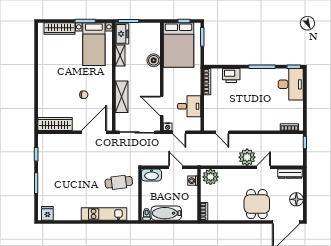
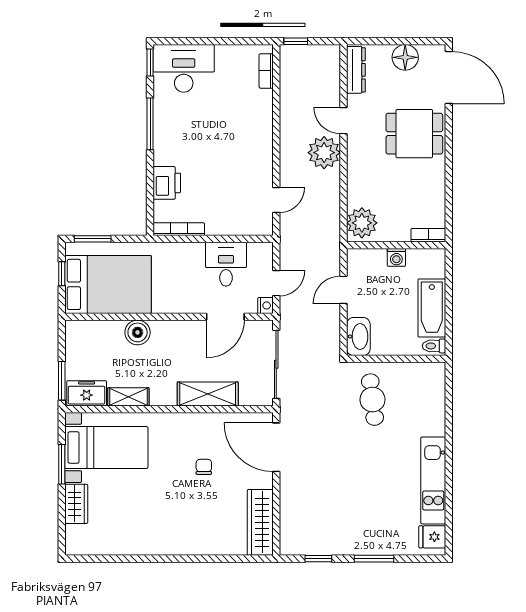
wardrobe: (59, 28) -> (76, 504), width x0.67
washing machine: (193, 181) -> (396, 257), moved
kitchen unit: (104, 214) -> (433, 480), moved

